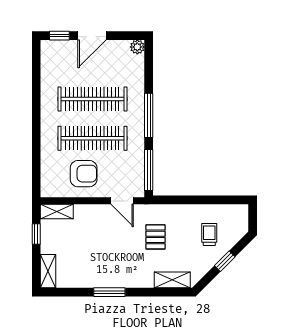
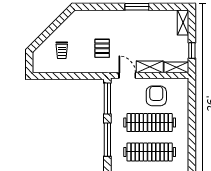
armchair: (84, 174) -> (156, 96), turned 90
window: (225, 261) -> (50, 30), removed
shelving: (172, 280) -> (150, 67), moved

